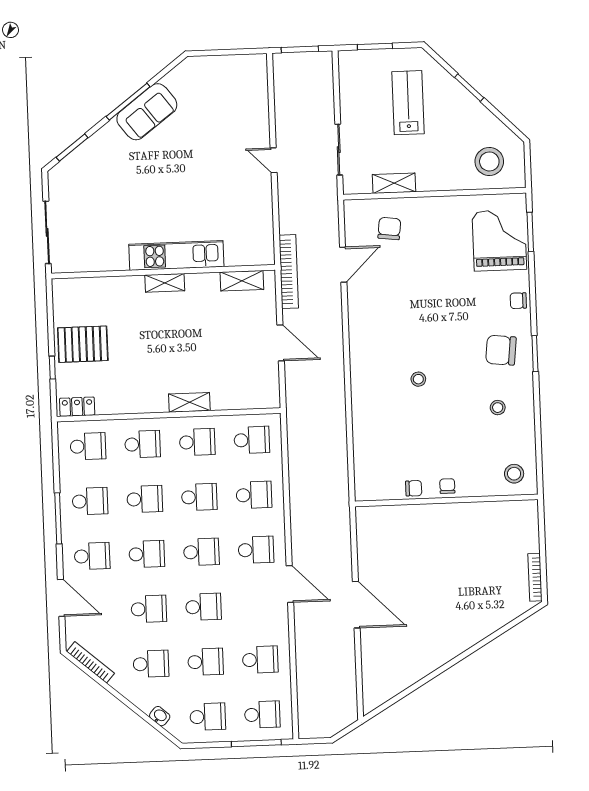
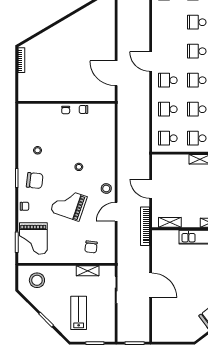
lab bench: (408, 103) -> (79, 313), turned 180
door: (274, 160) -> (151, 285), width x1.87
door: (343, 265) -> (116, 212), moved
grand piano: (435, 308) -> (69, 204), added
stool: (514, 474) -> (106, 188), moved
door: (356, 605) -> (116, 73), moved
school desk: (260, 660) -> (168, 22), removed

